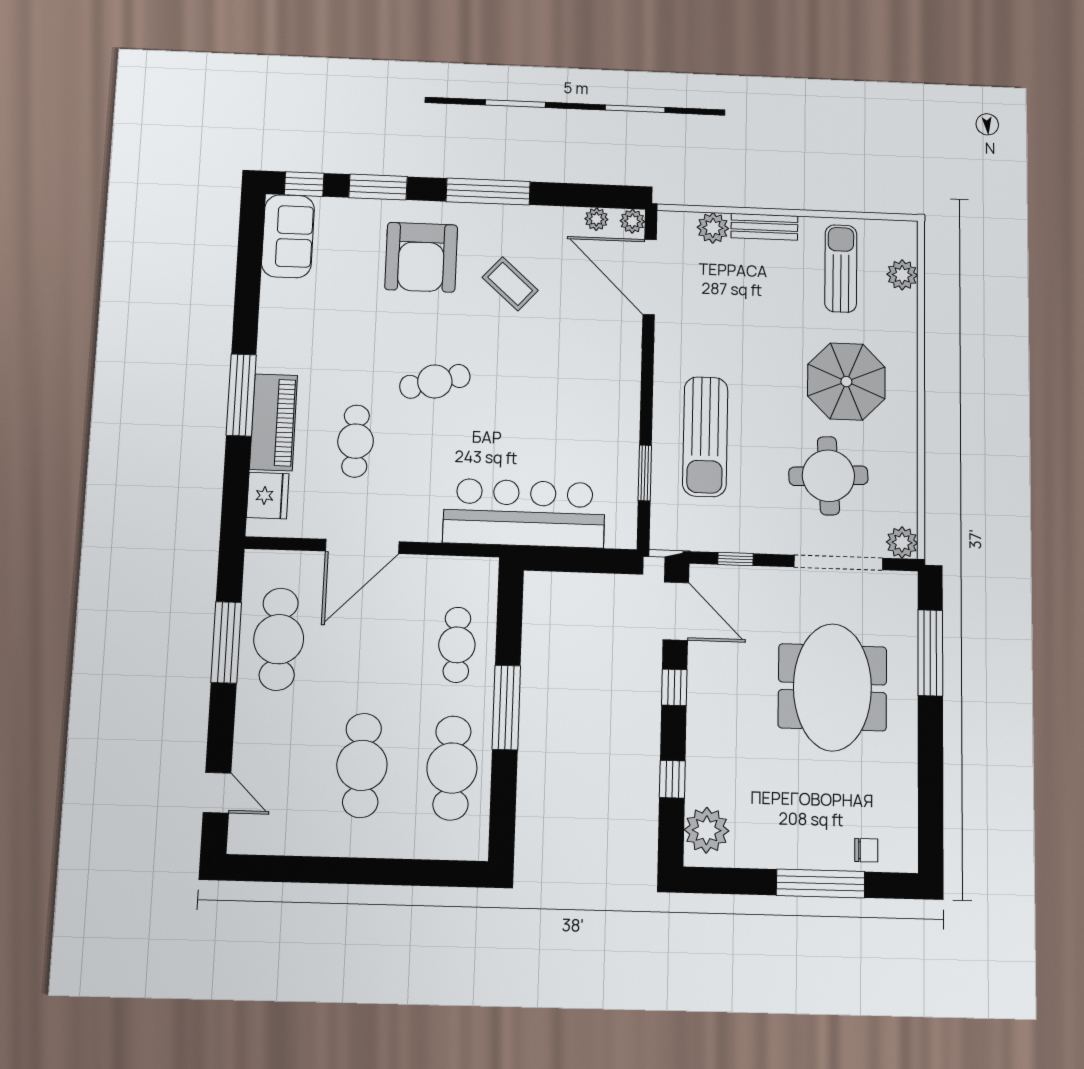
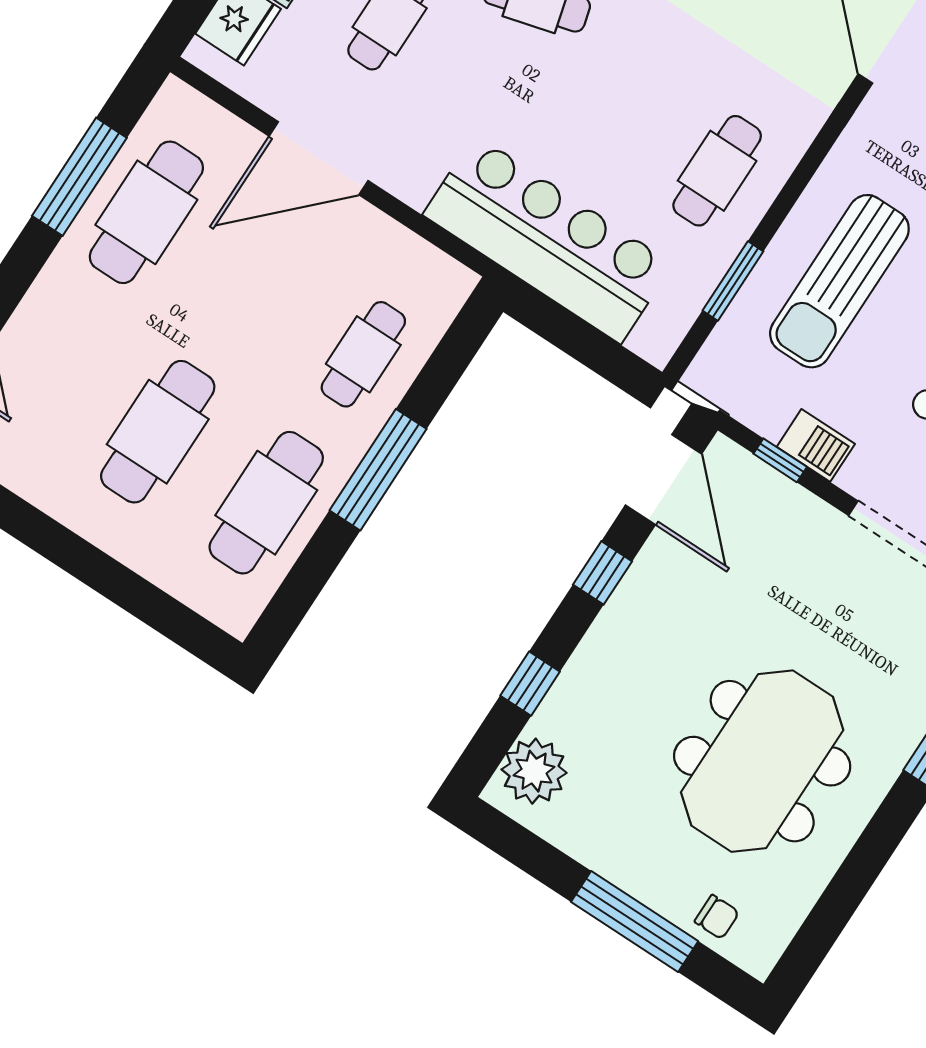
cafe table: (597, 416) -> (717, 171), added
barbecue: (750, 538) -> (816, 445), added
meeting table: (832, 687) -> (762, 761), moved

